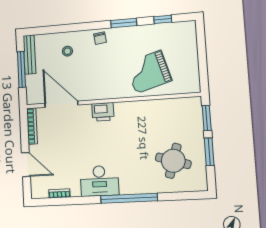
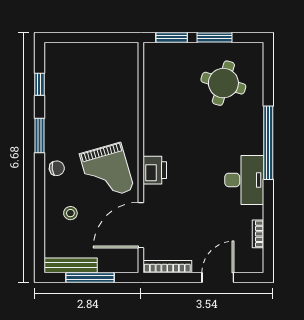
grand piano: (148, 72) -> (107, 172), moved

